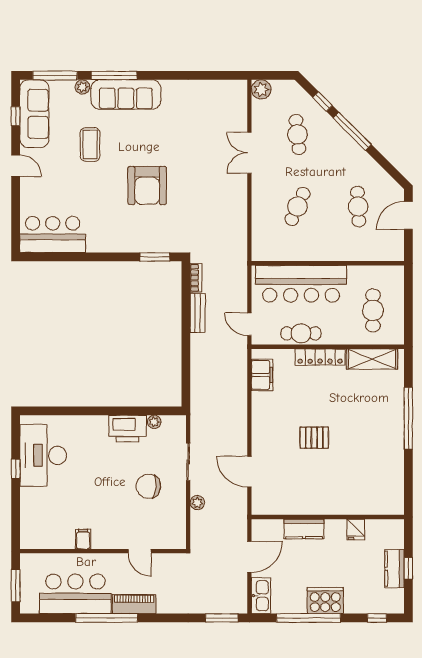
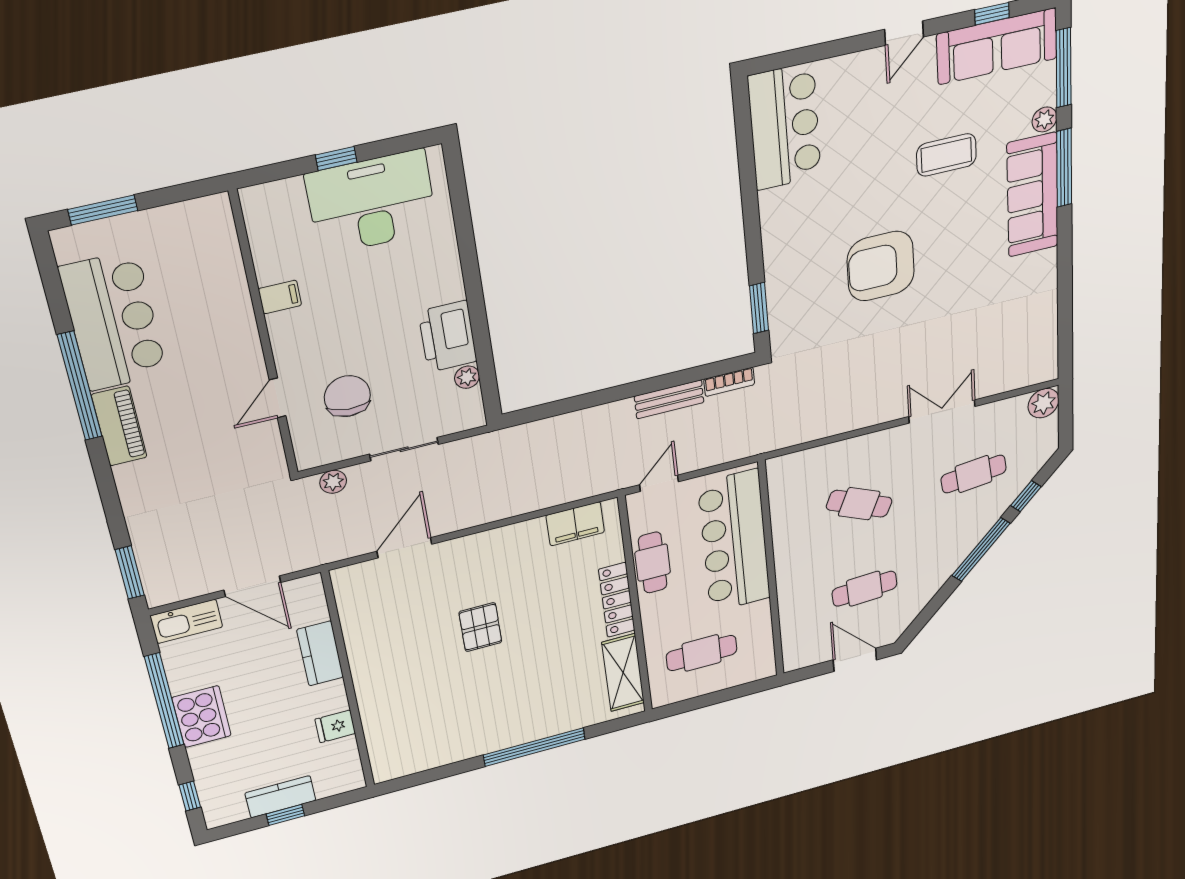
filing cabinet: (83, 539) -> (280, 297), moved
wall: (103, 551) -> (264, 336), moved
door: (140, 551) -> (278, 398), moved

